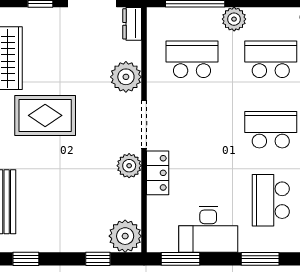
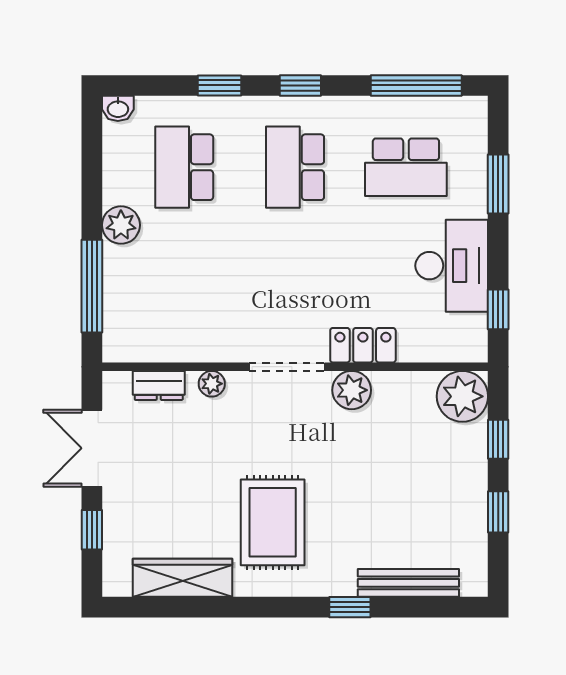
dresser: (132, 24) -> (159, 385), moved
school desk: (192, 59) -> (184, 291), removed
plant: (126, 77) -> (212, 384), width x0.53, depth x0.53
window: (26, 259) -> (498, 512), moved
window: (180, 259) -> (498, 309), width x0.67

